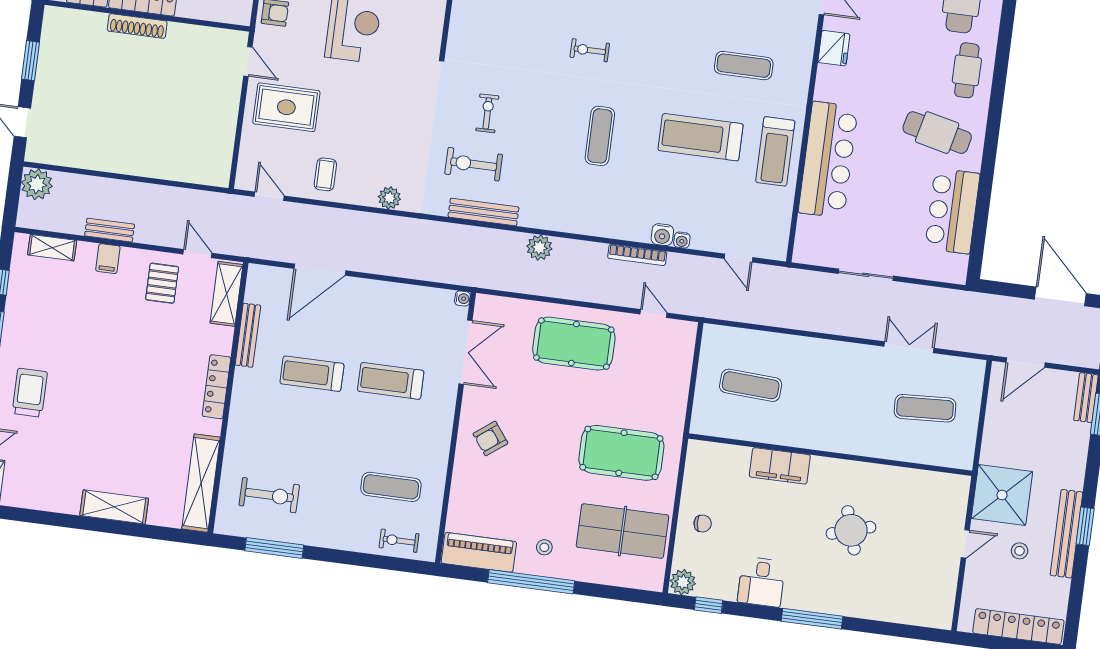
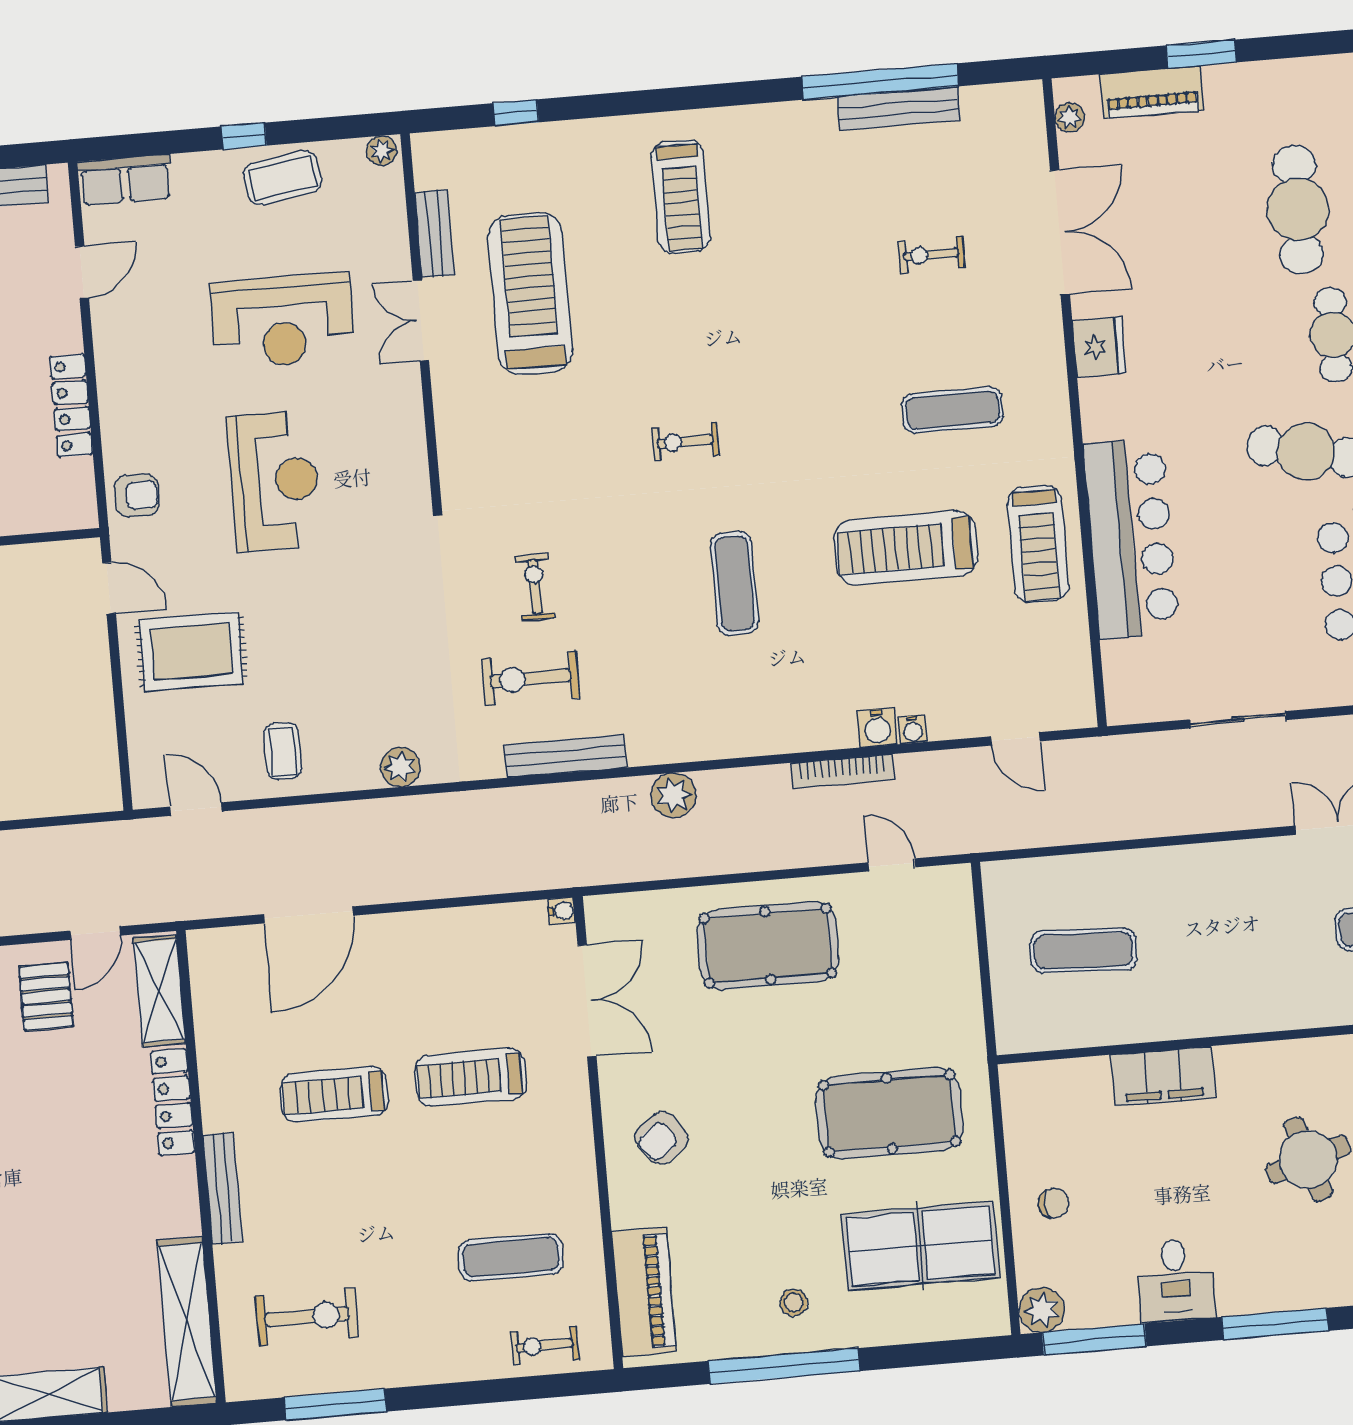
door: (198, 254) -> (95, 933), swing flipped
bench: (248, 335) -> (223, 1188), moved
locker: (216, 387) -> (173, 1102), moved
piano: (479, 552) -> (644, 1292), moved, turned 90
window: (709, 605) -> (1094, 1339), width x2.17

